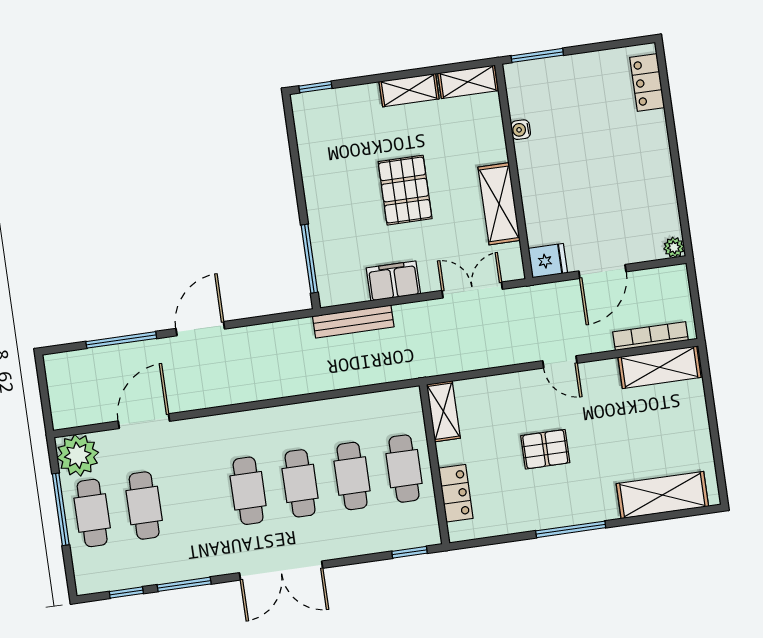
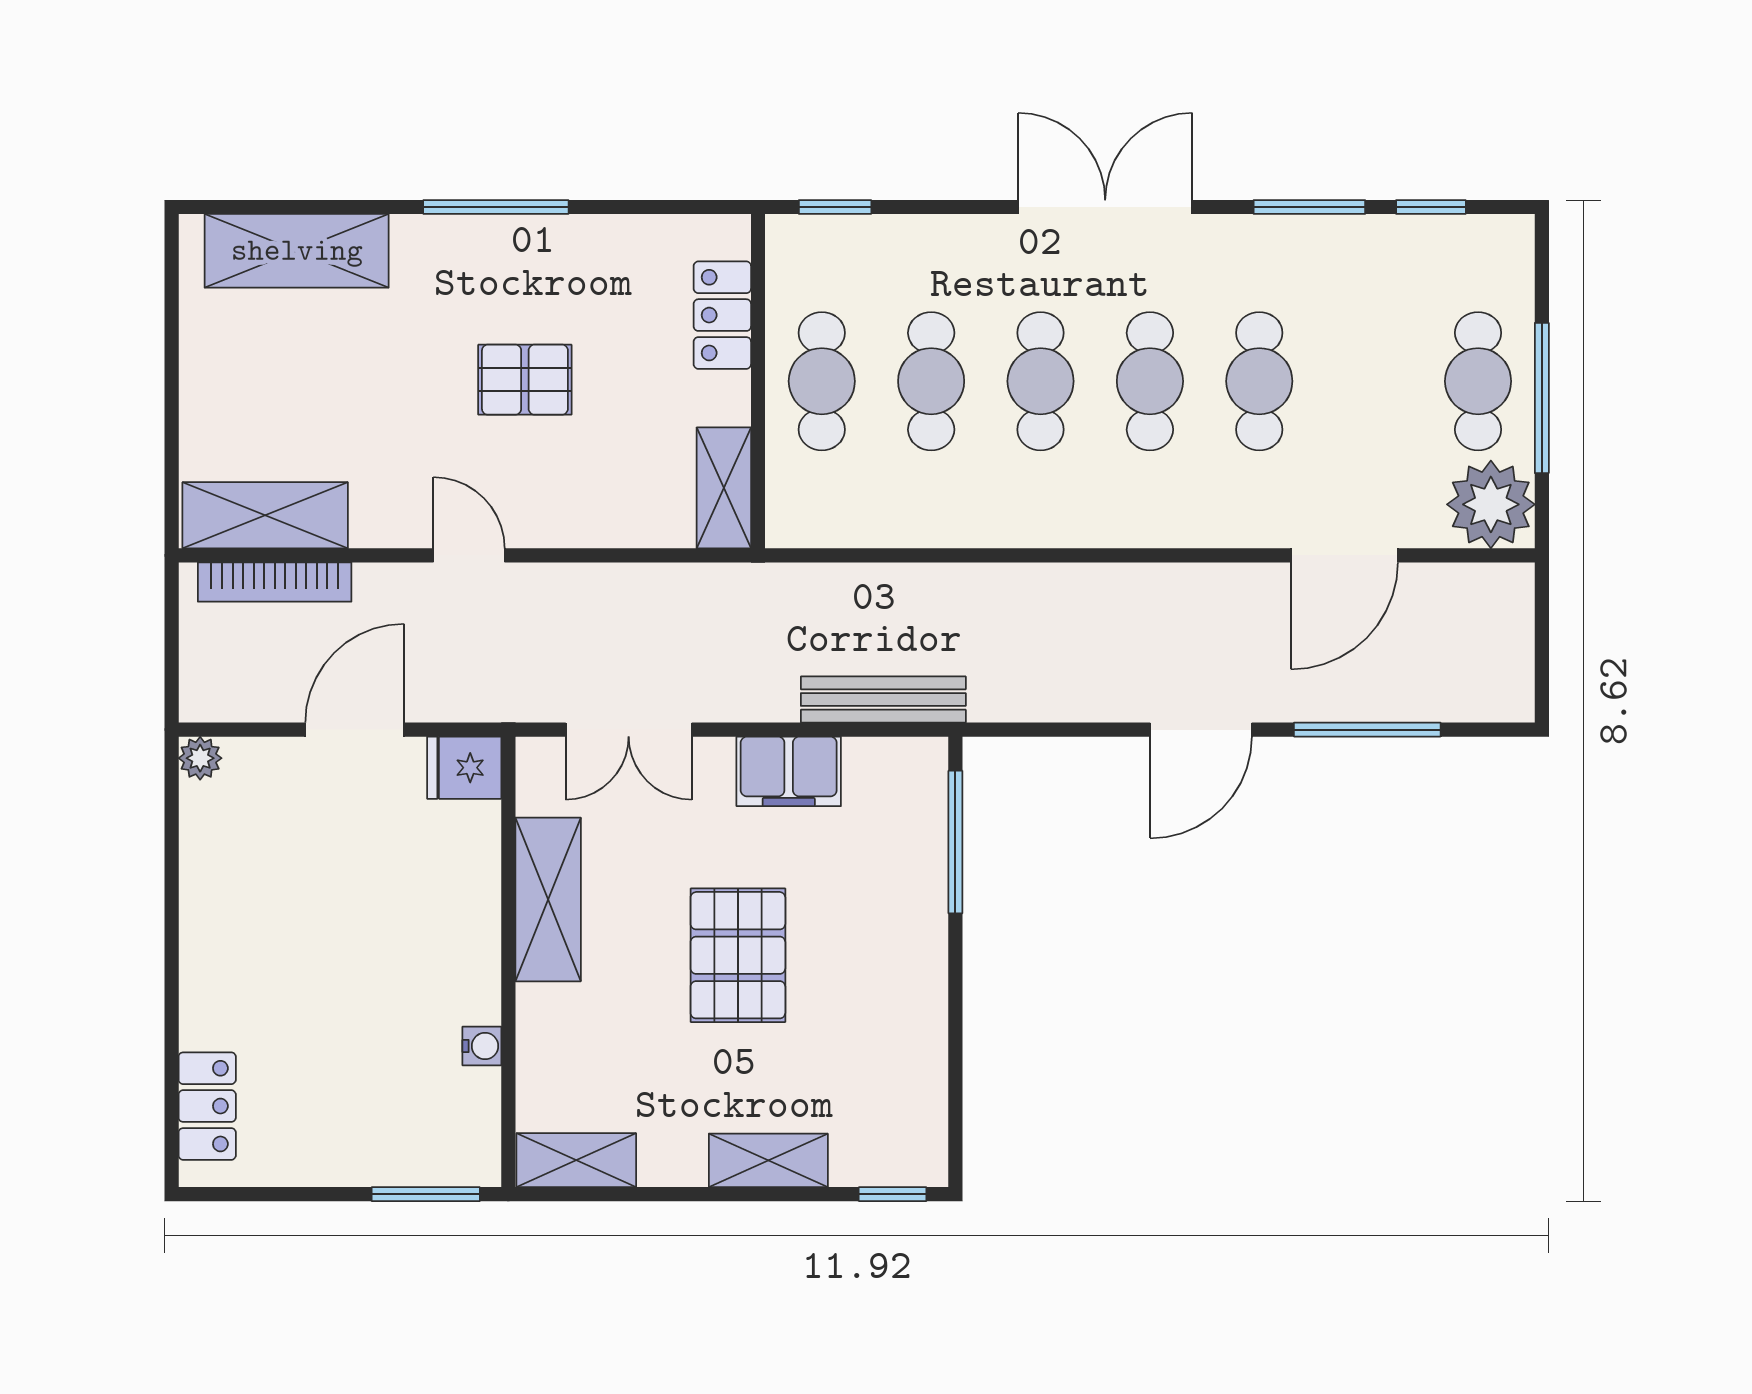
shelving: (409, 90) -> (768, 1160), moved
cafe table: (144, 506) -> (1259, 381), moved

